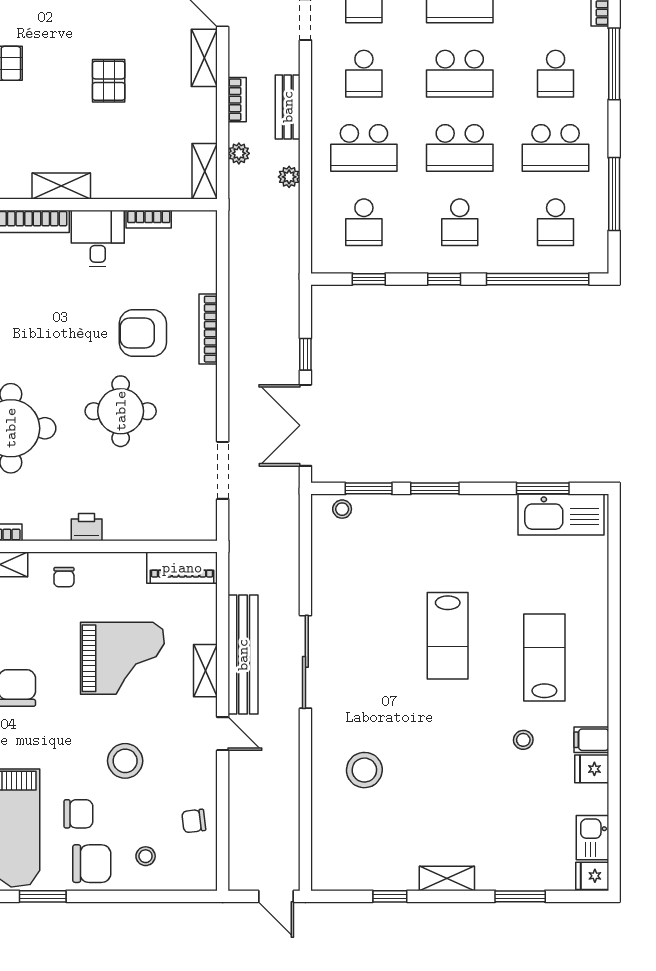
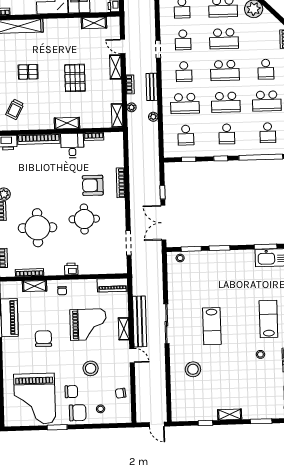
pallet: (109, 81) -> (75, 78), width x1.50, depth x1.42
shelving: (61, 186) -> (67, 123), moved
lab bench: (448, 636) -> (212, 326), moved

